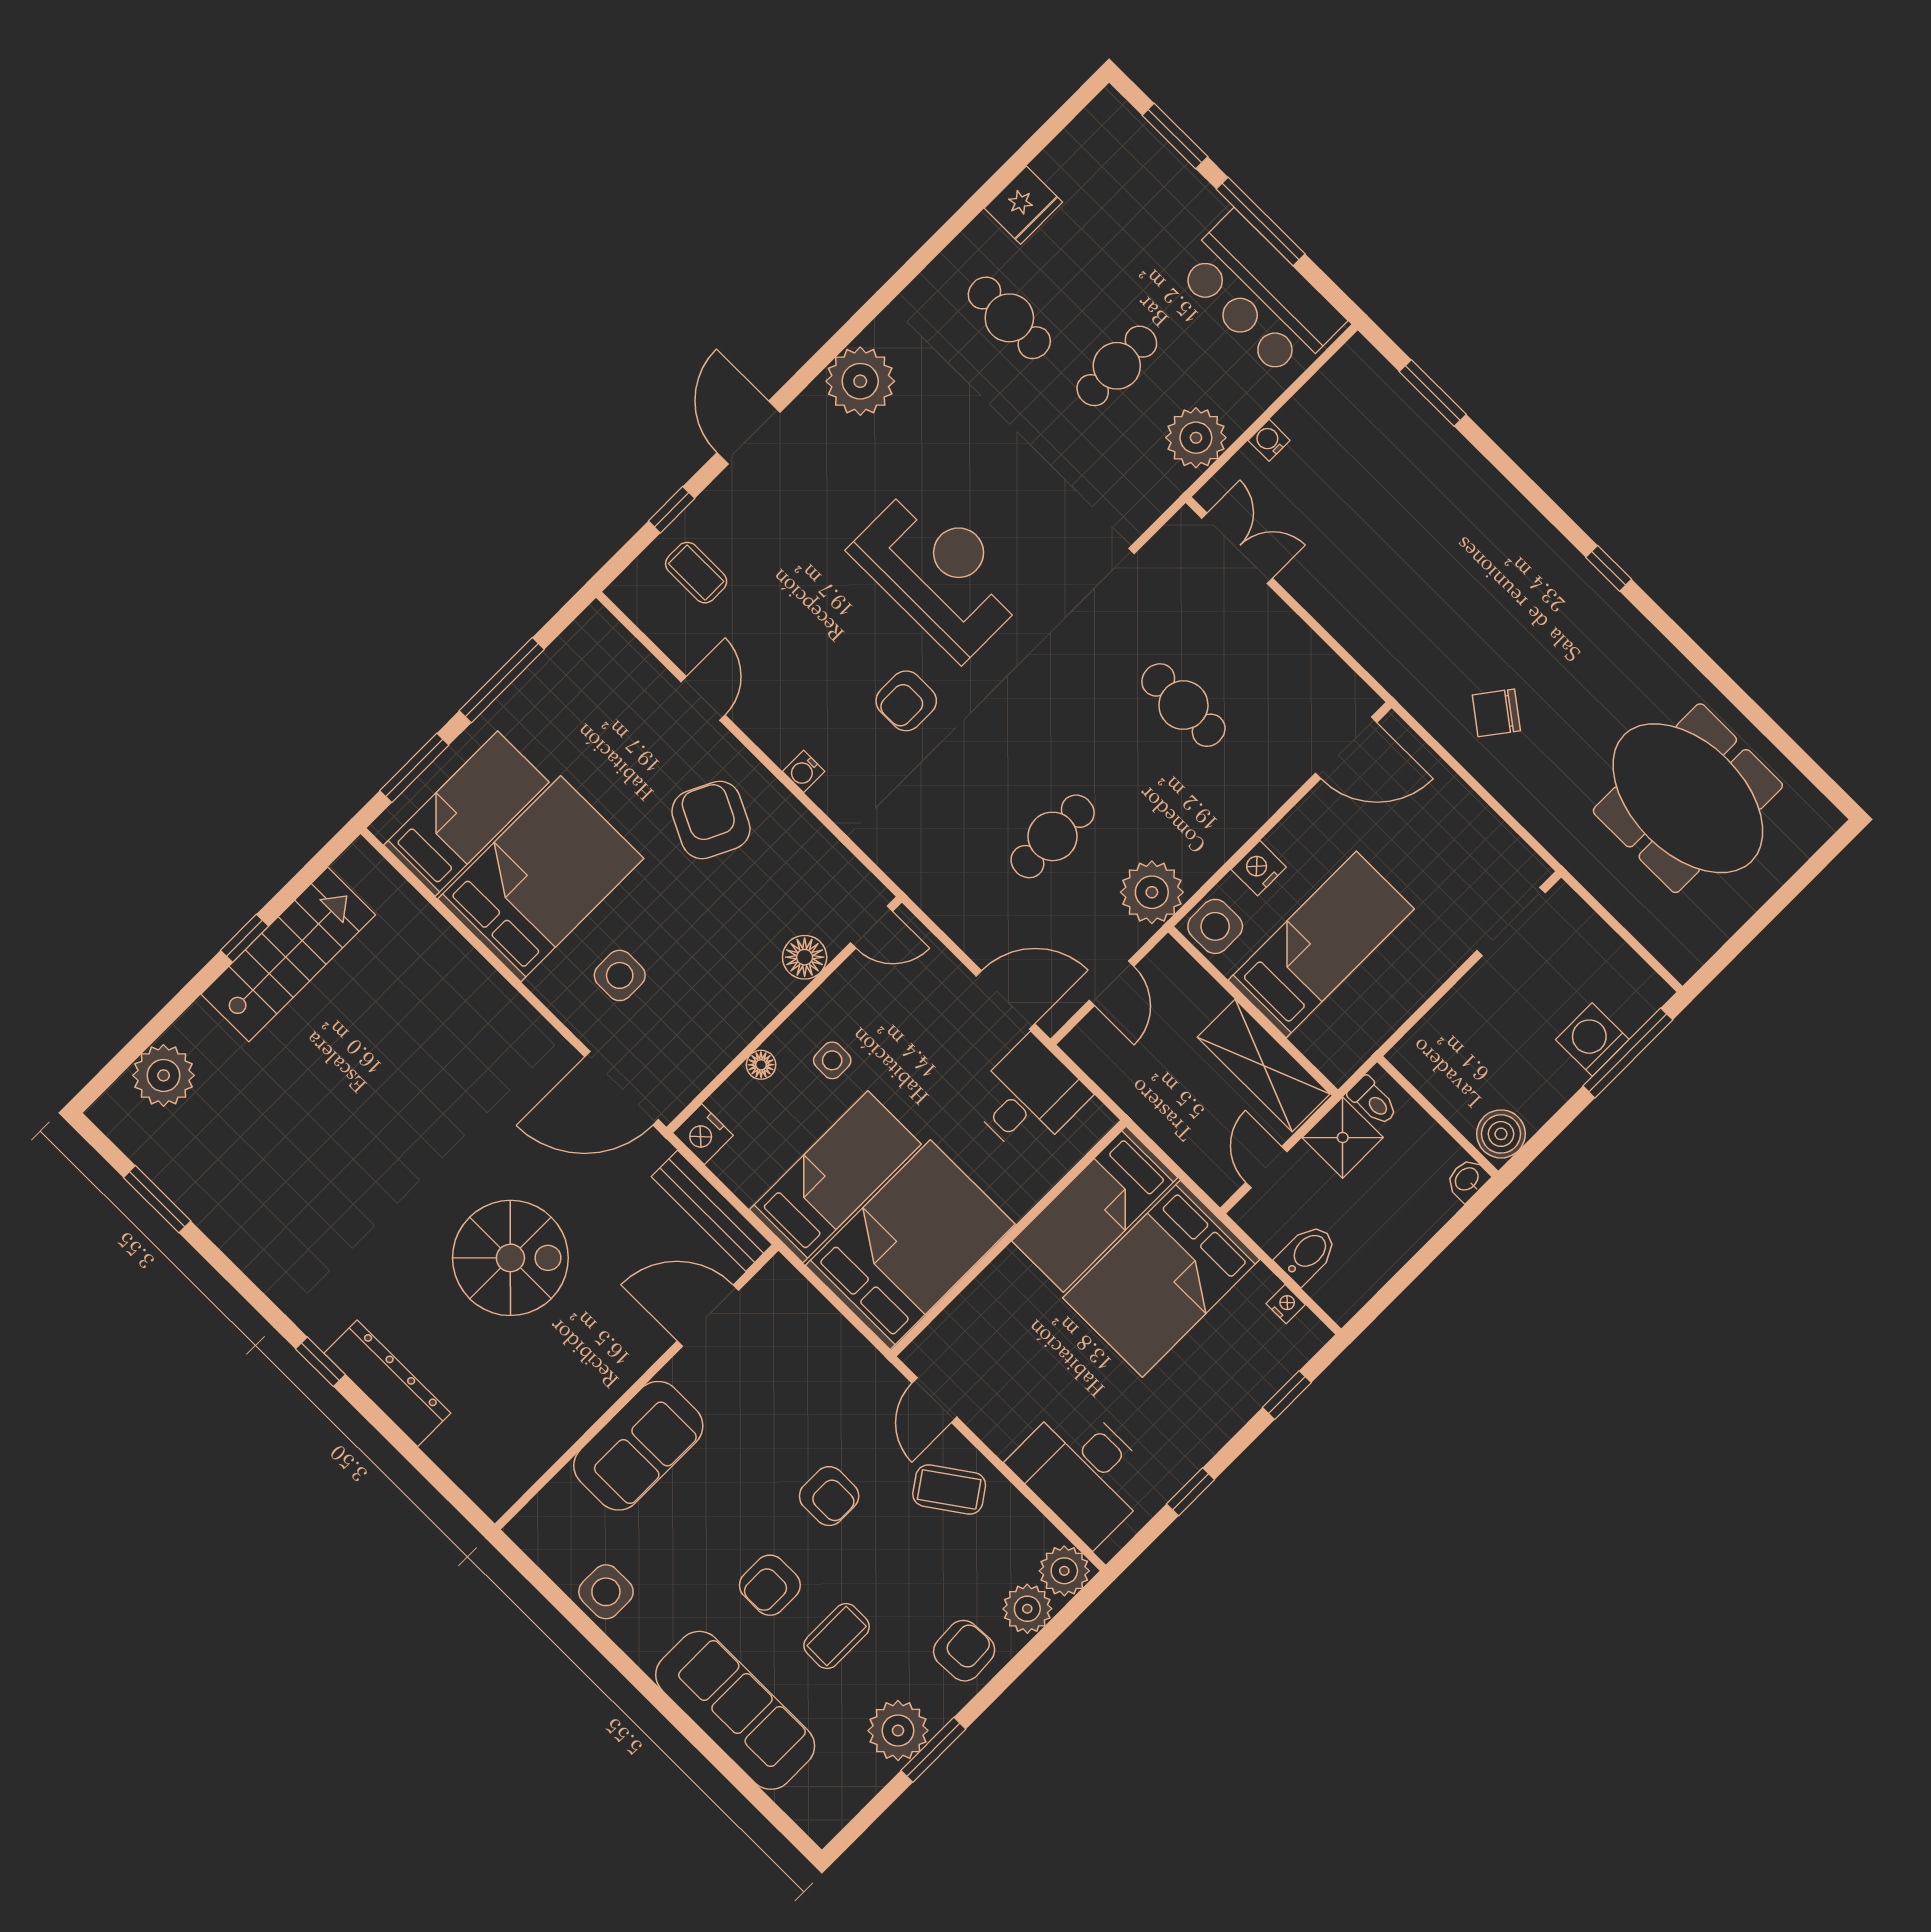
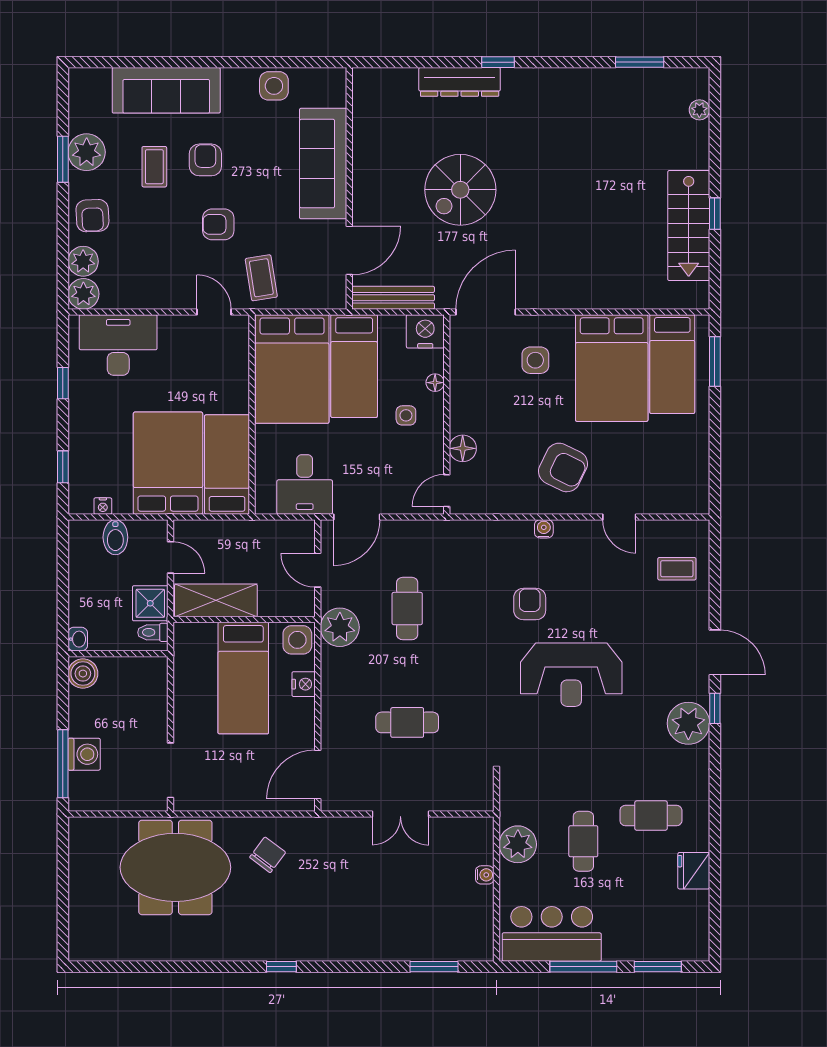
window: (672, 510) -> (715, 708), moved
double door: (1237, 548) -> (400, 814), moved
window: (502, 680) -> (715, 438), removed
meeting table: (1688, 798) -> (175, 867), moved
plant: (164, 1075) -> (699, 110), width x0.53, depth x0.53
nightstand: (703, 1134) -> (425, 331), width x1.36, depth x1.33
sofa: (638, 1446) -> (323, 164), width x1.36
coffee table: (949, 1489) -> (261, 278), moved, turned -64

